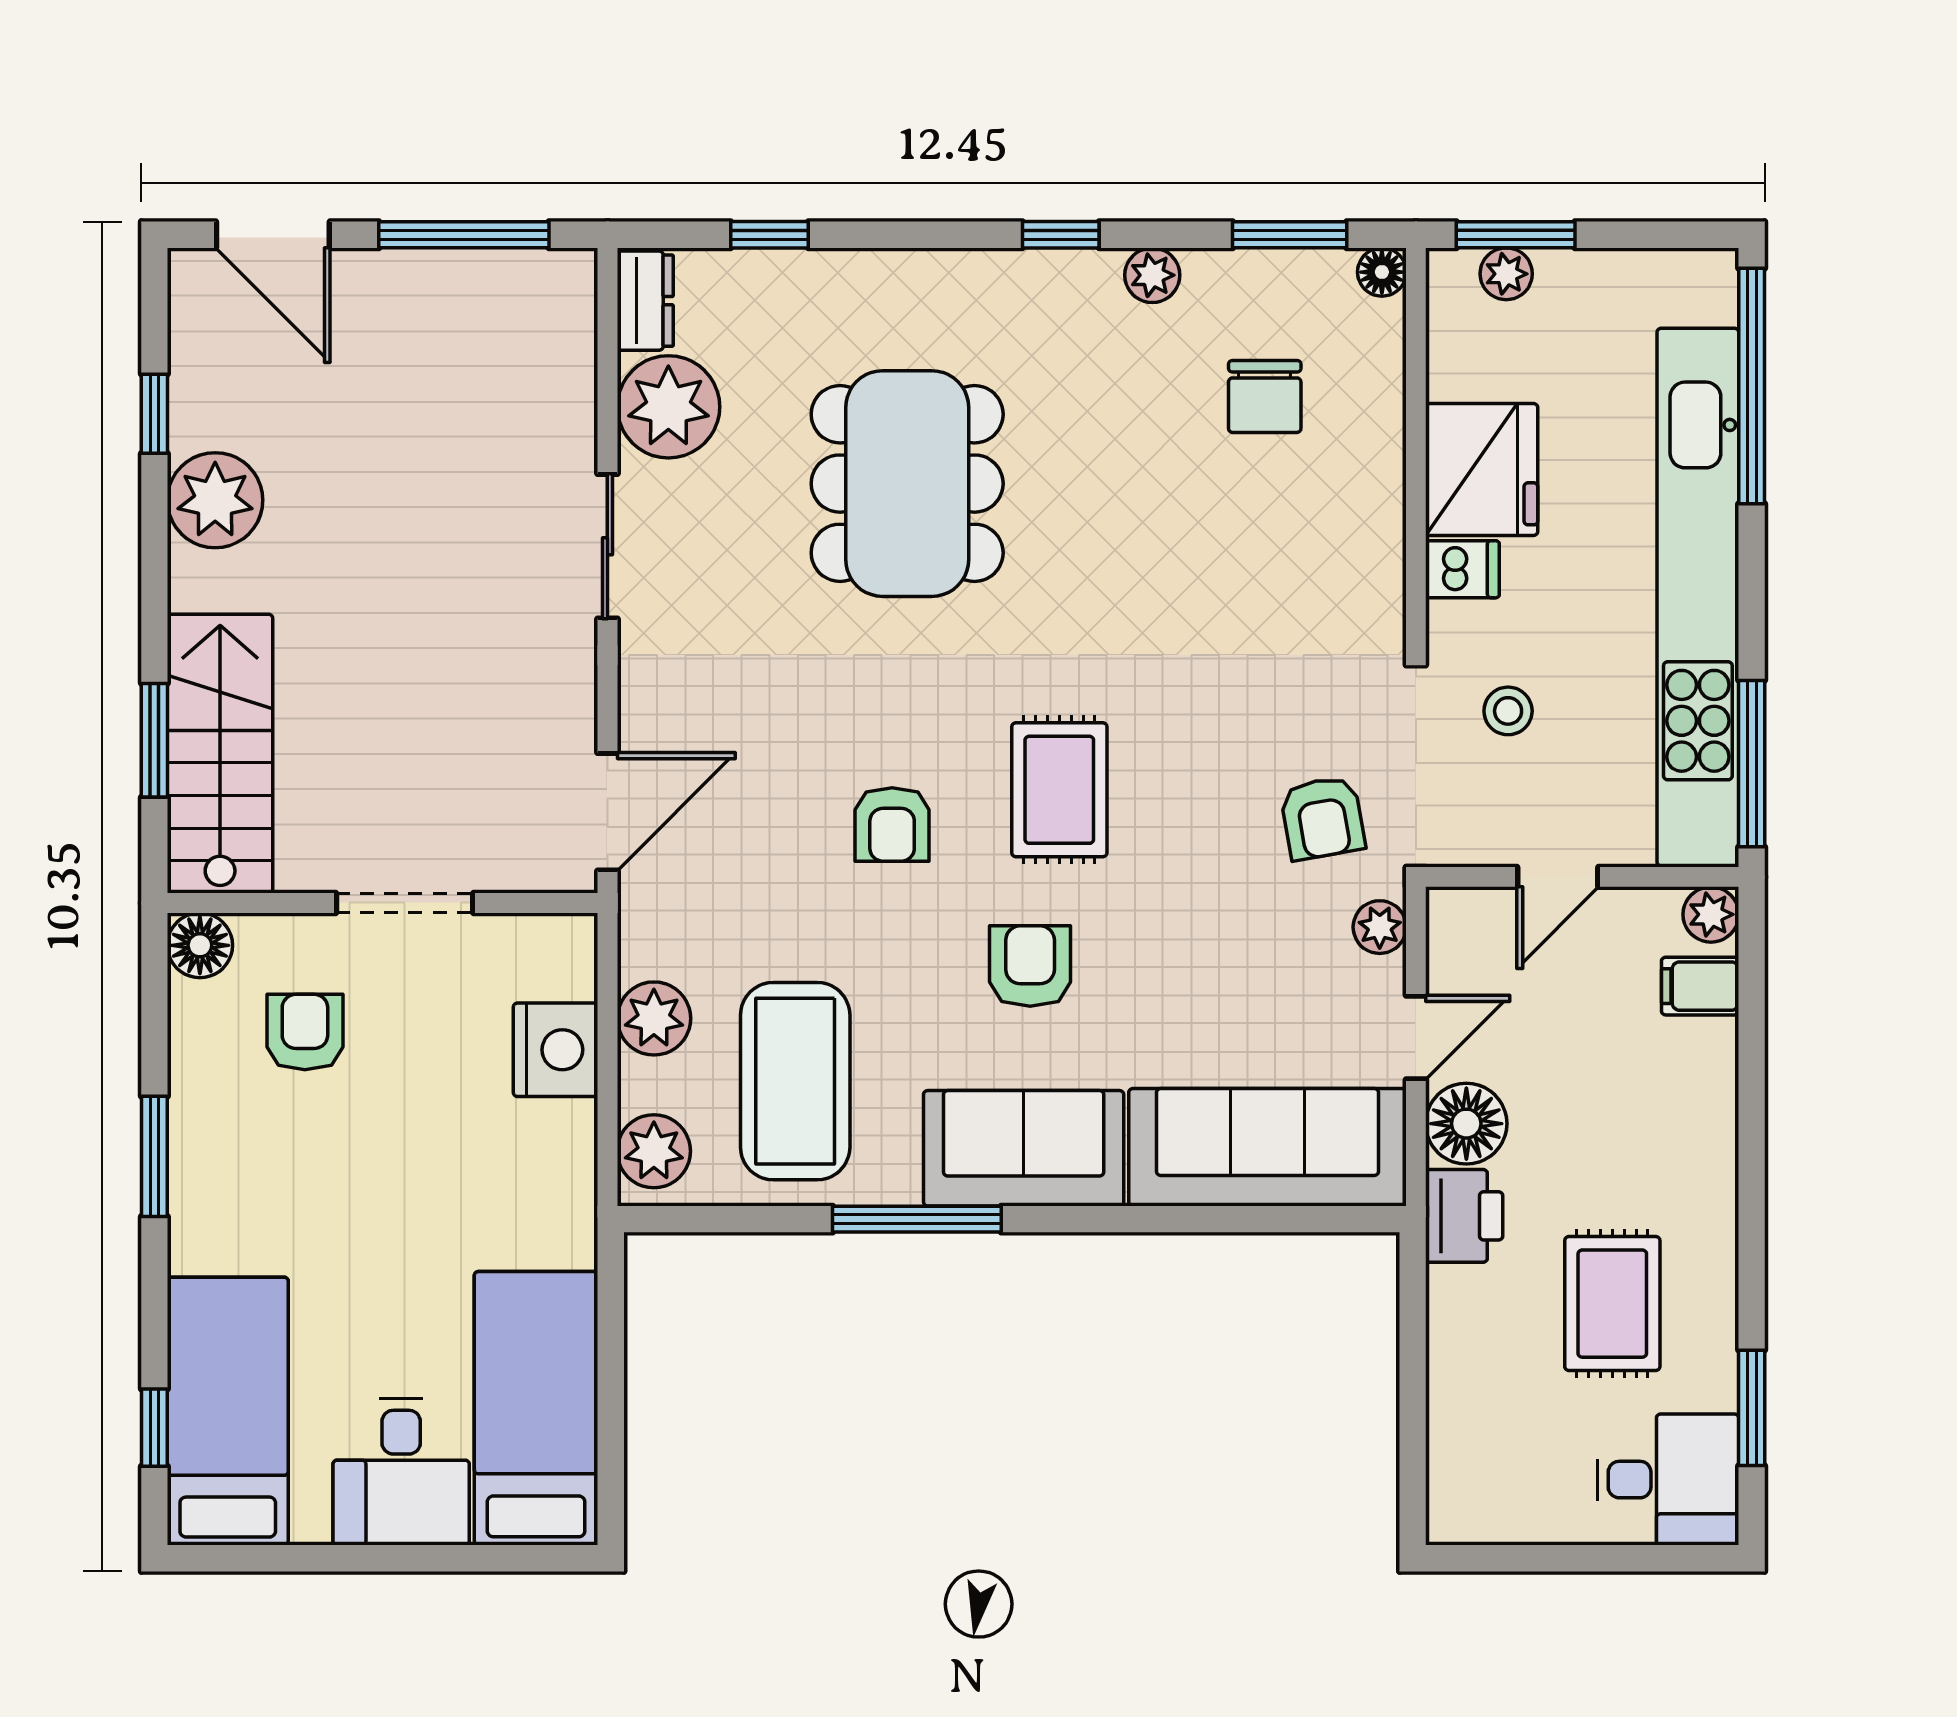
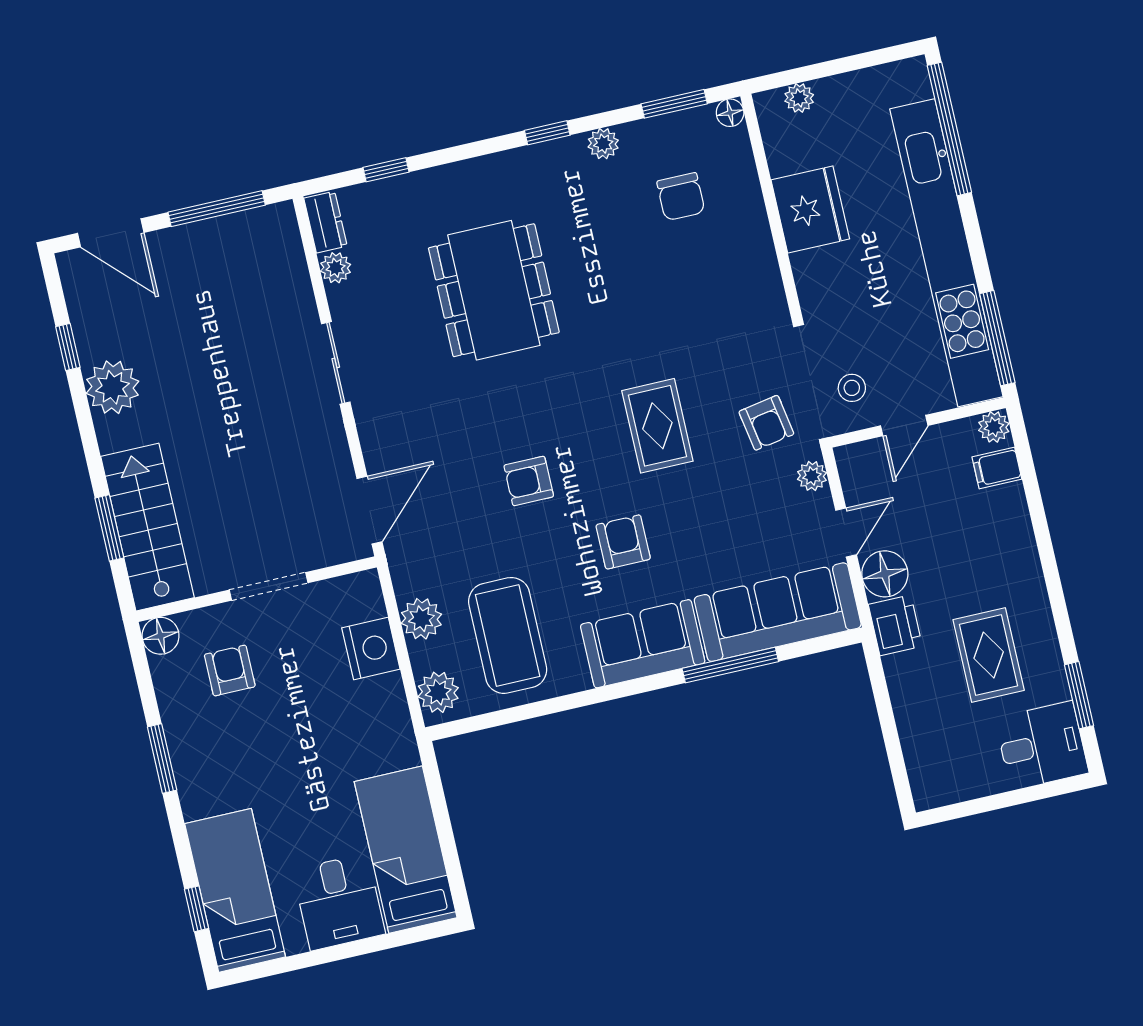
window: (1516, 235) -> (799, 75), removed
plant: (668, 407) -> (336, 268), width x0.53, depth x0.53
dishwasher: (1462, 569) -> (812, 267), removed
stool: (1508, 711) -> (852, 388), moved
rug: (1059, 790) -> (657, 426), moved
armchair: (892, 824) -> (529, 481), turned 90
window: (917, 1219) -> (730, 665), moved

